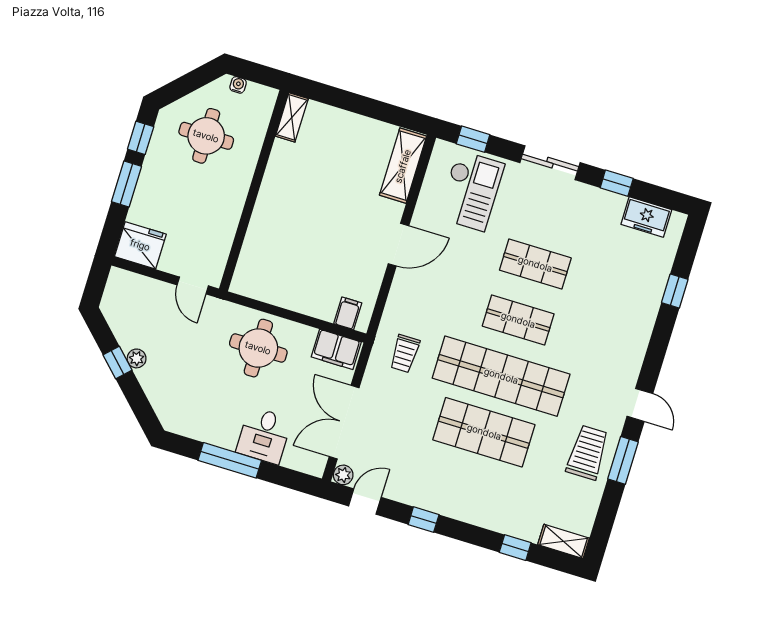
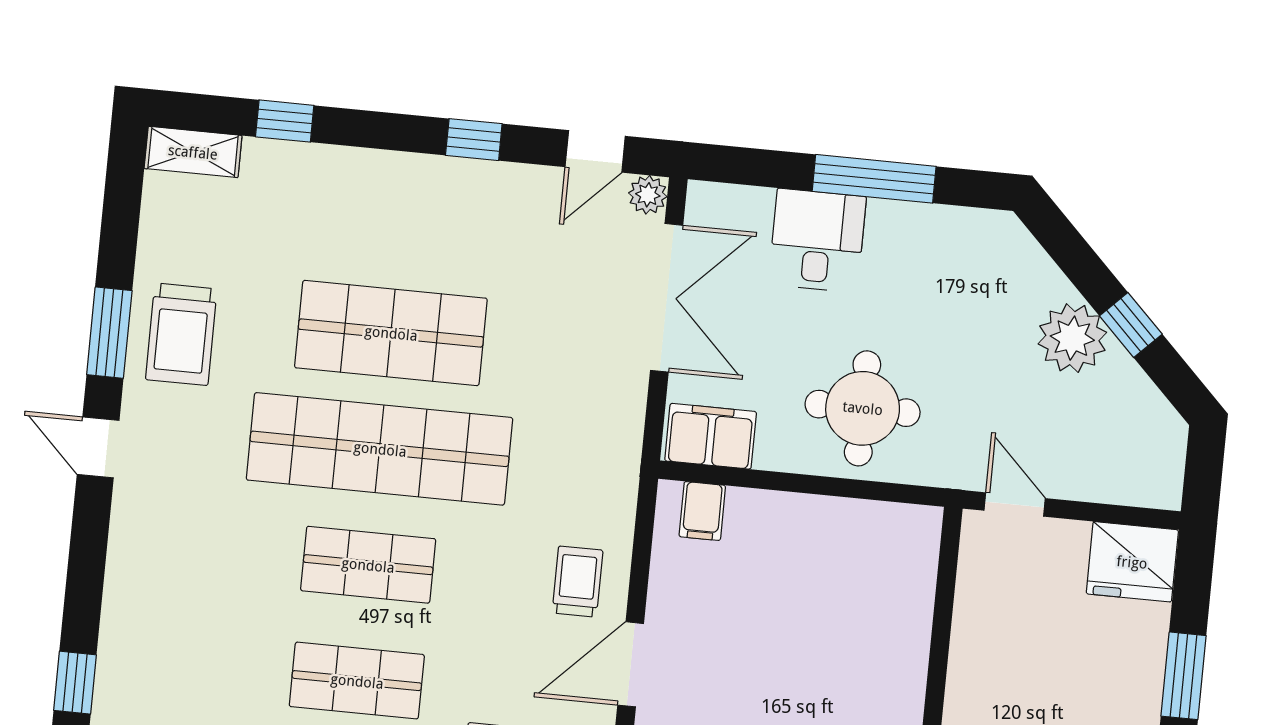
trolley: (405, 354) -> (577, 582), moved
plant: (137, 358) -> (1072, 338), width x1.88, depth x1.88

